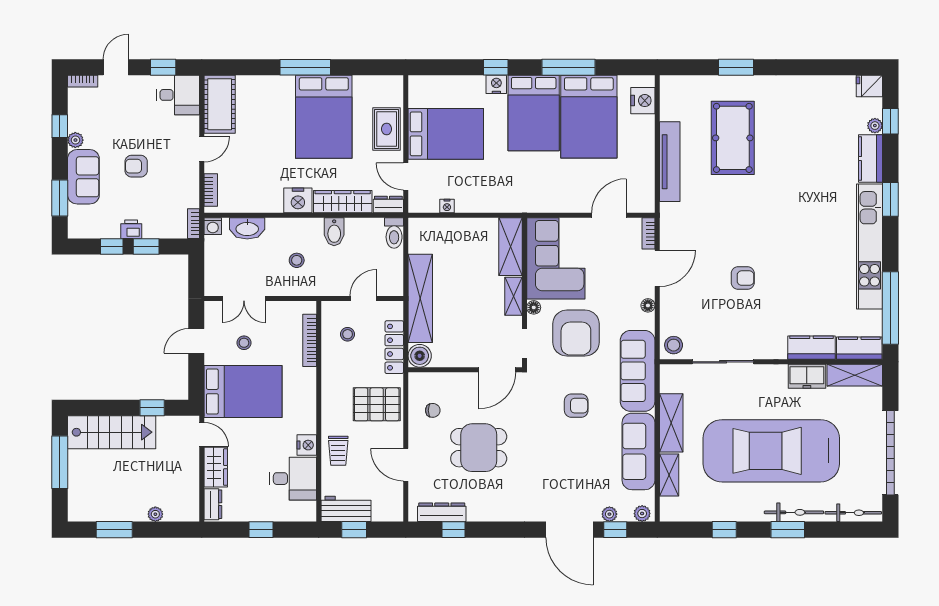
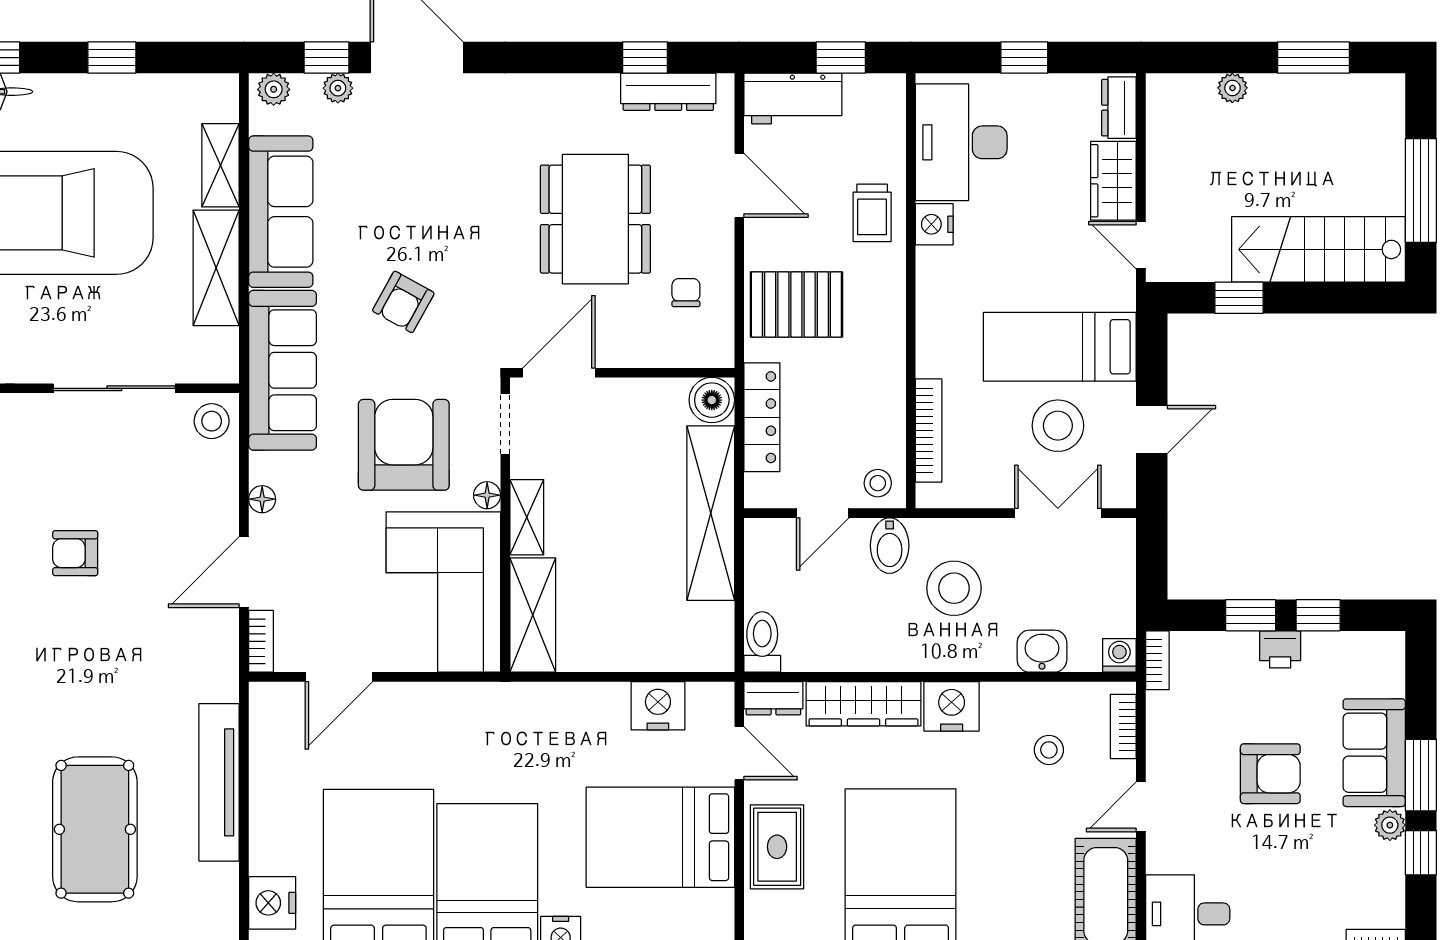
armchair: (136, 166) -> (1270, 774), width x1.38, depth x1.38
stool: (249, 178) -> (1049, 750), added
window: (60, 198) -> (1421, 775), moved
nightstand: (447, 206) -> (658, 706), width x1.89, depth x1.79
washbasin: (247, 228) -> (1042, 651), width x0.72
bidet: (334, 232) -> (890, 546), moved, turned 180
stool: (297, 260) -> (954, 588), width x1.89, depth x1.89
stool: (348, 334) -> (878, 483), moved
stool: (244, 343) -> (1058, 426), width x1.89, depth x1.89
bed: (243, 392) -> (1060, 347), width x0.67
armchair: (576, 406) -> (403, 302), turned -61
chair: (433, 410) -> (686, 293), turned 90
dining table: (479, 448) -> (595, 219), width x1.38
trolley: (338, 451) -> (872, 213), turned 180
desk: (293, 479) -> (961, 142), width x1.37
workbench: (346, 509) -> (793, 98), moved

